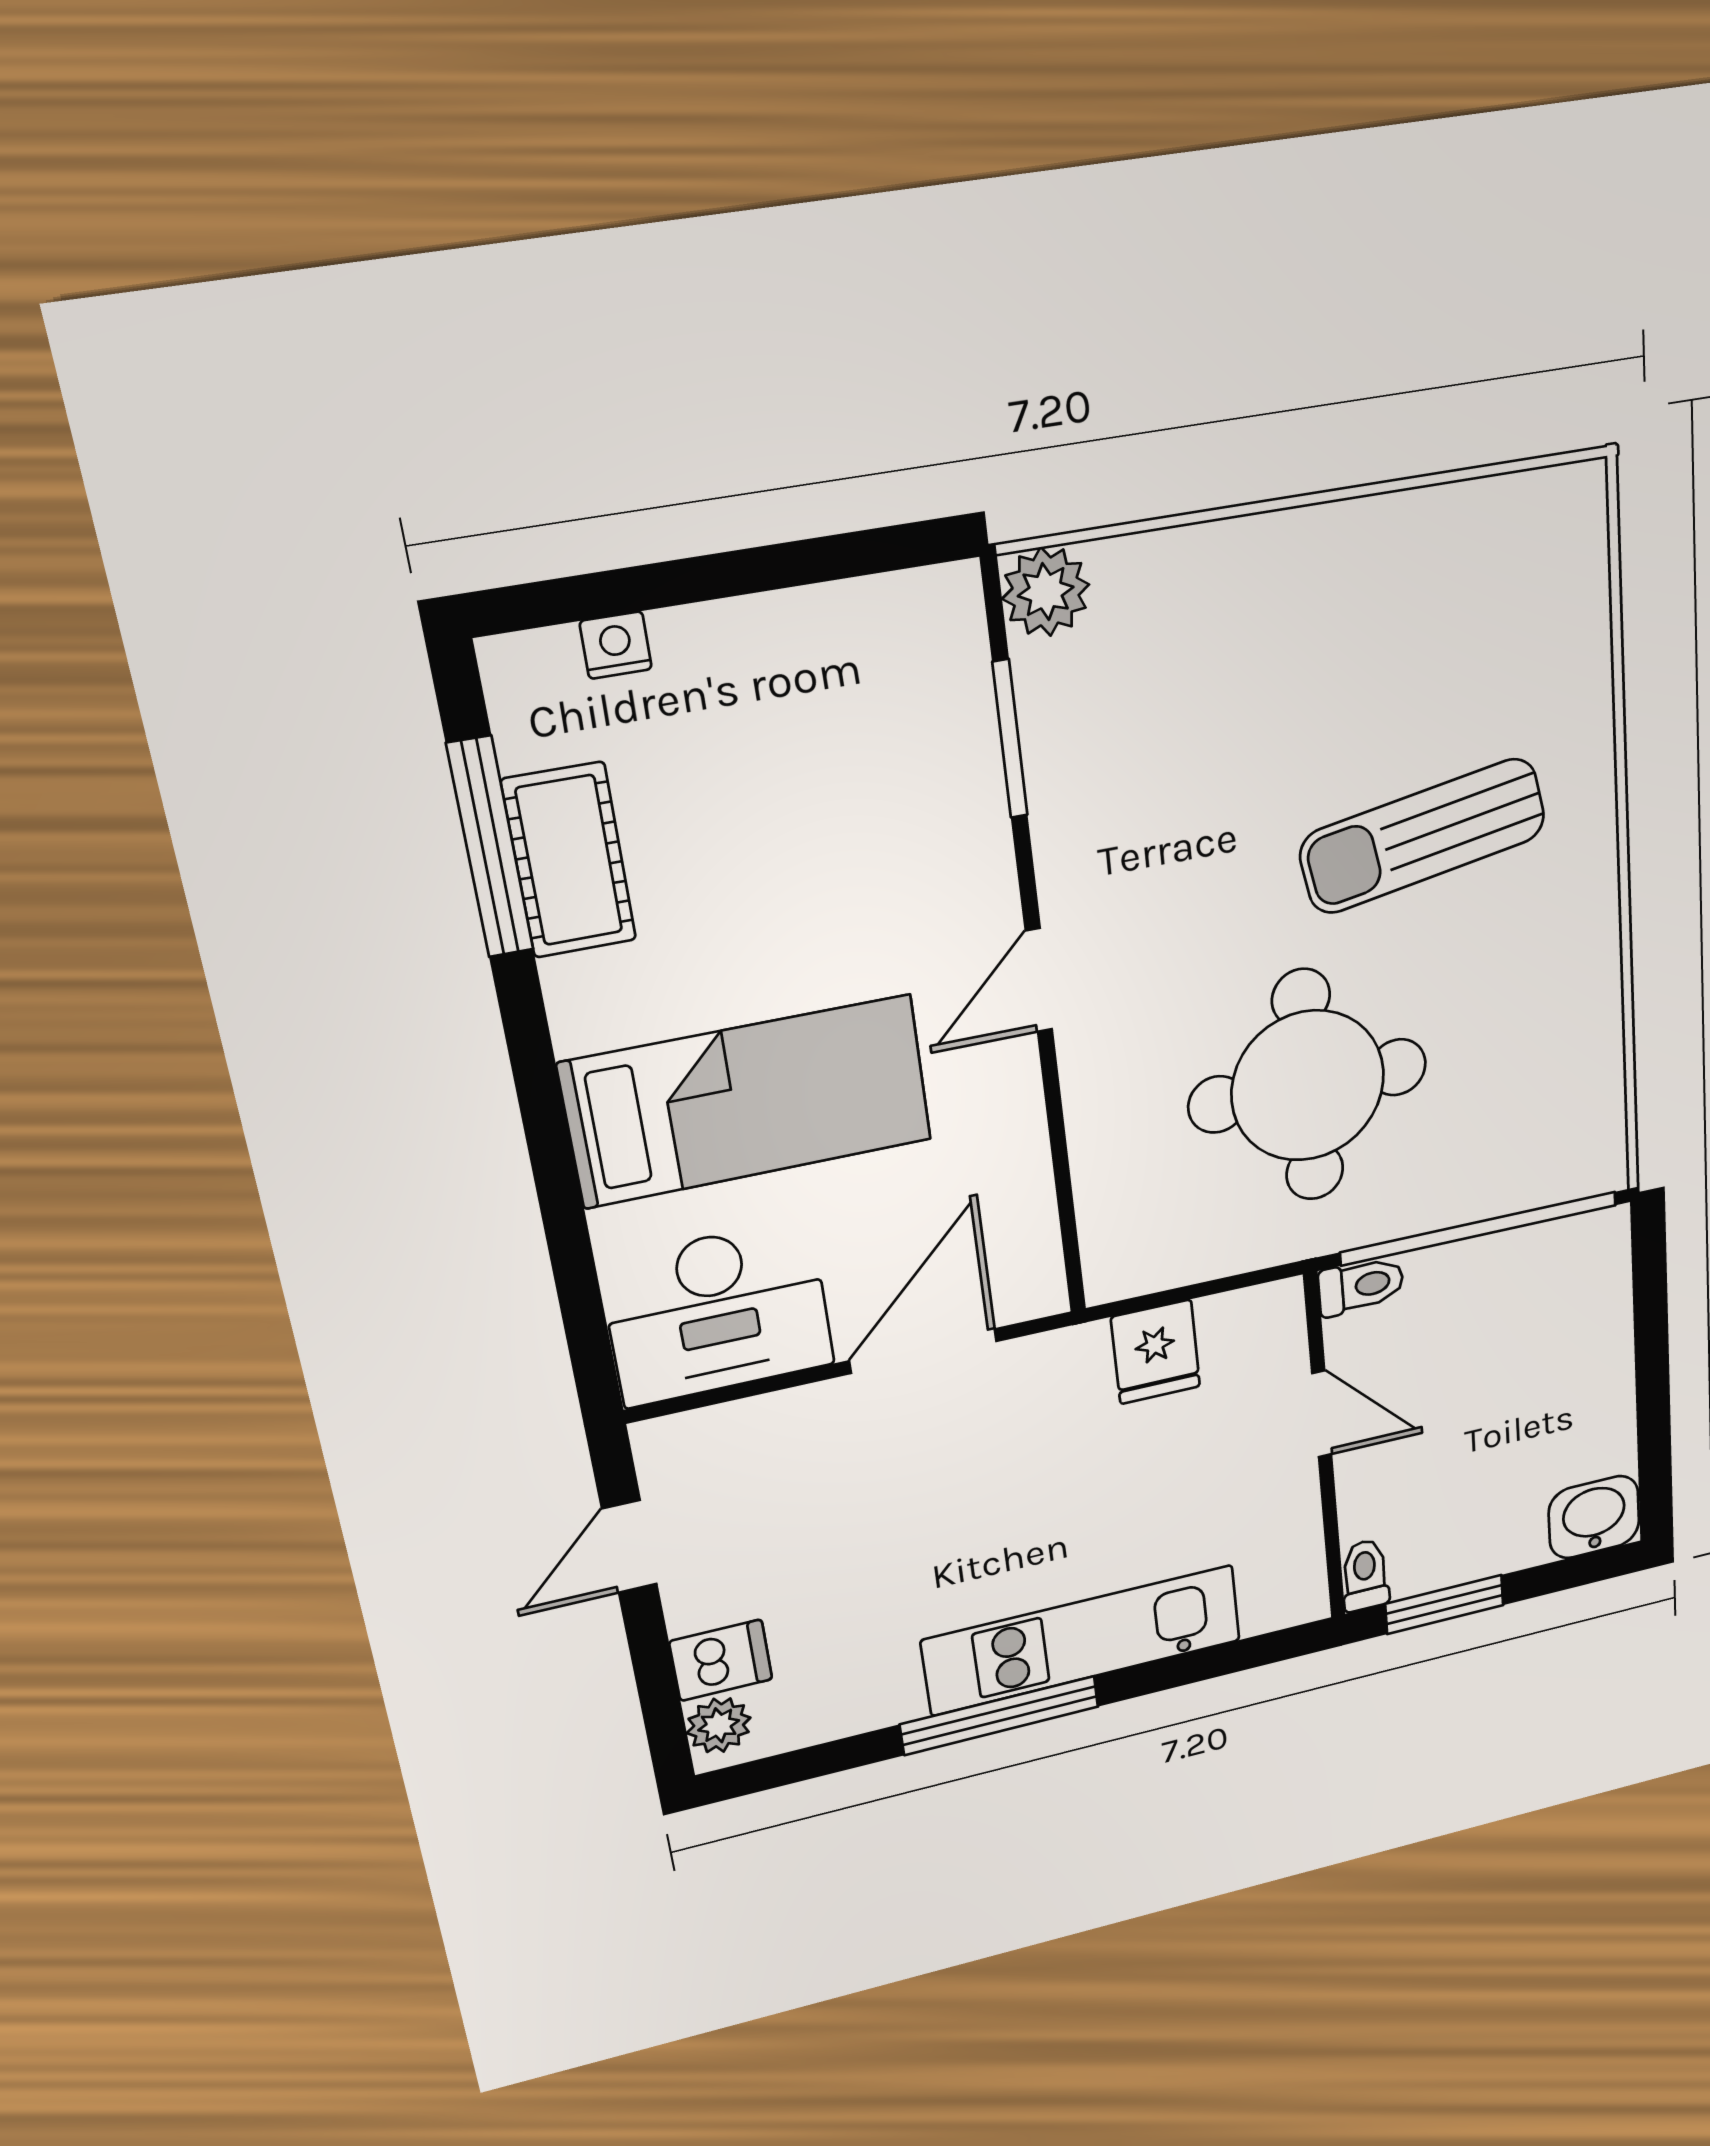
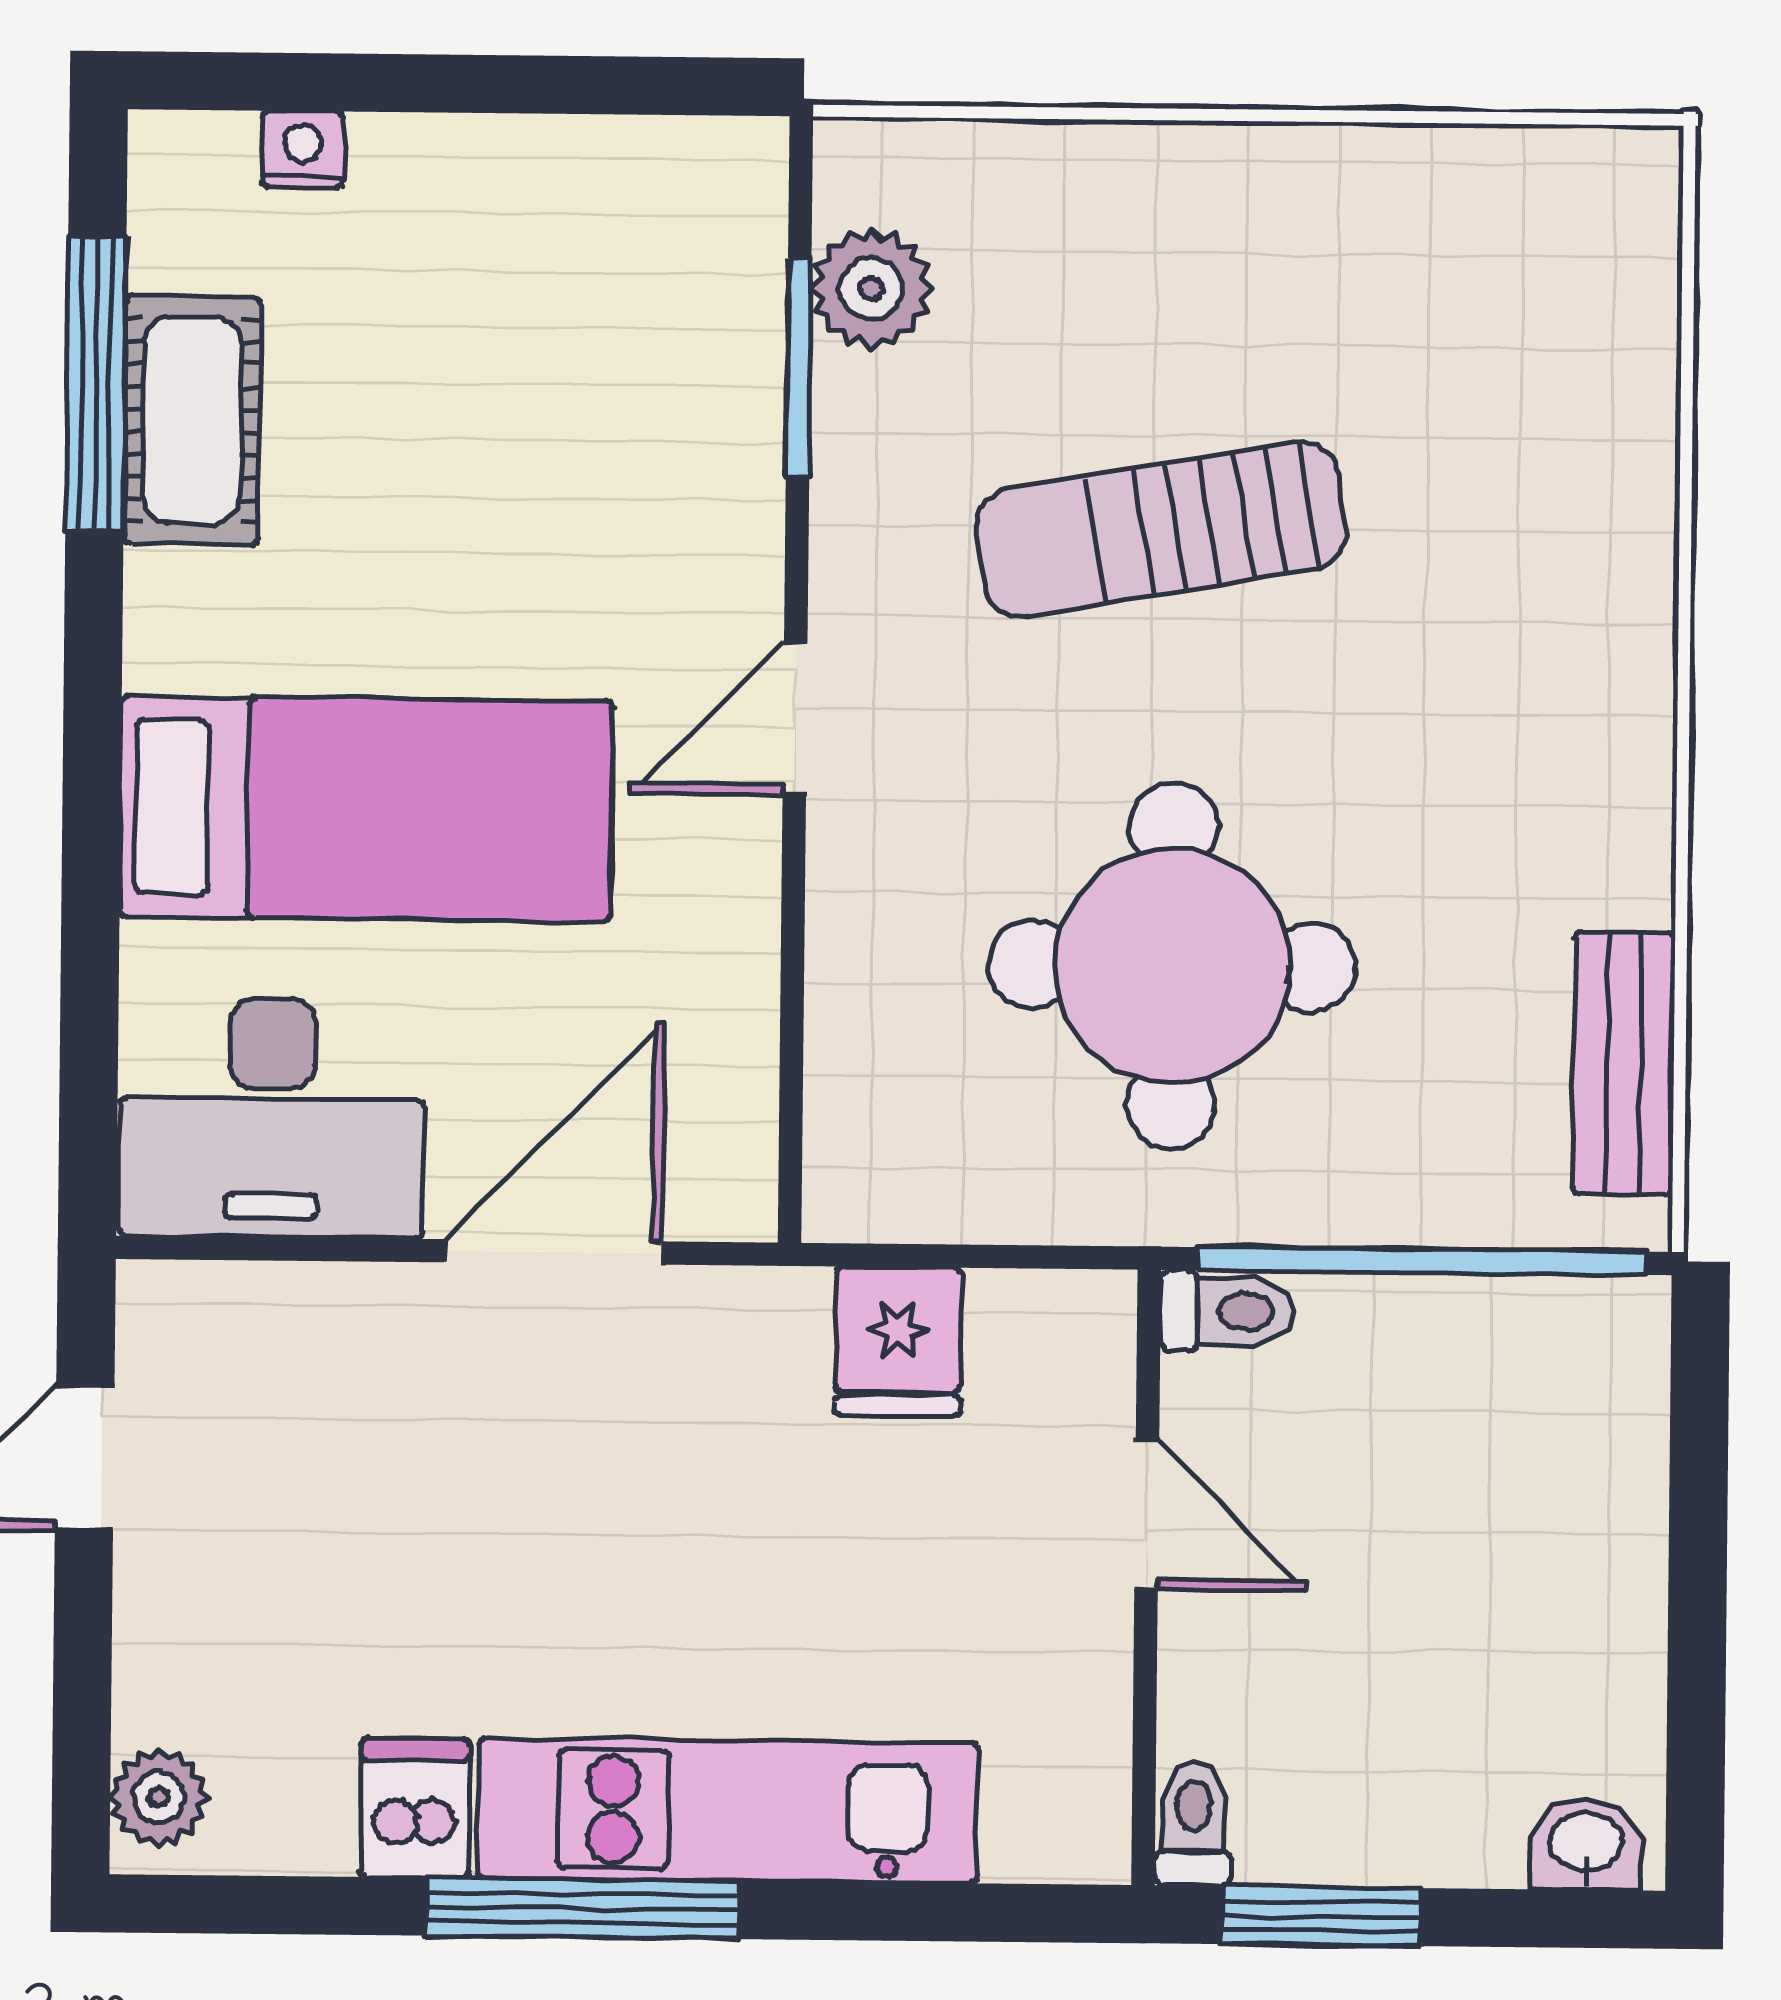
plant: (1046, 592) -> (871, 289), moved
sun lounger: (1423, 836) -> (1161, 529), moved
bench: (1596, 1083) -> (1624, 1063), added
washbasin: (1594, 1517) -> (1586, 1844), width x0.72, depth x0.69
dishwasher: (721, 1660) -> (415, 1808), moved, turned -90

